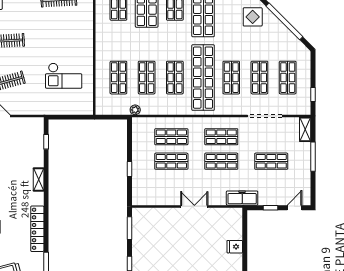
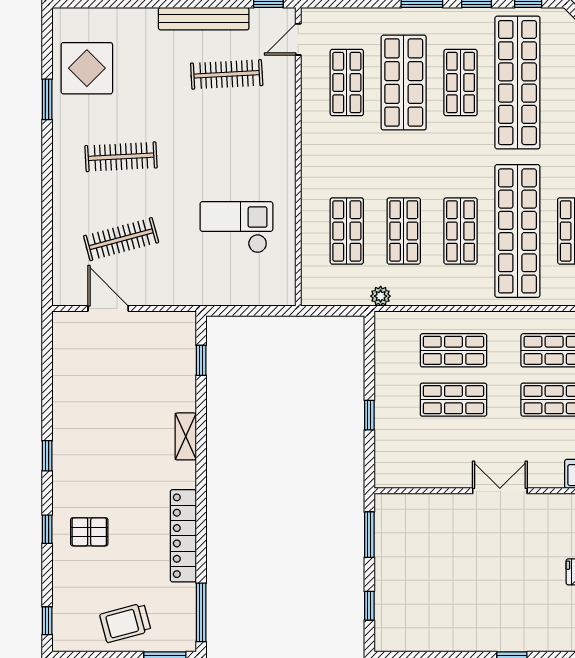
checkout: (64, 76) -> (236, 227), turned 180

